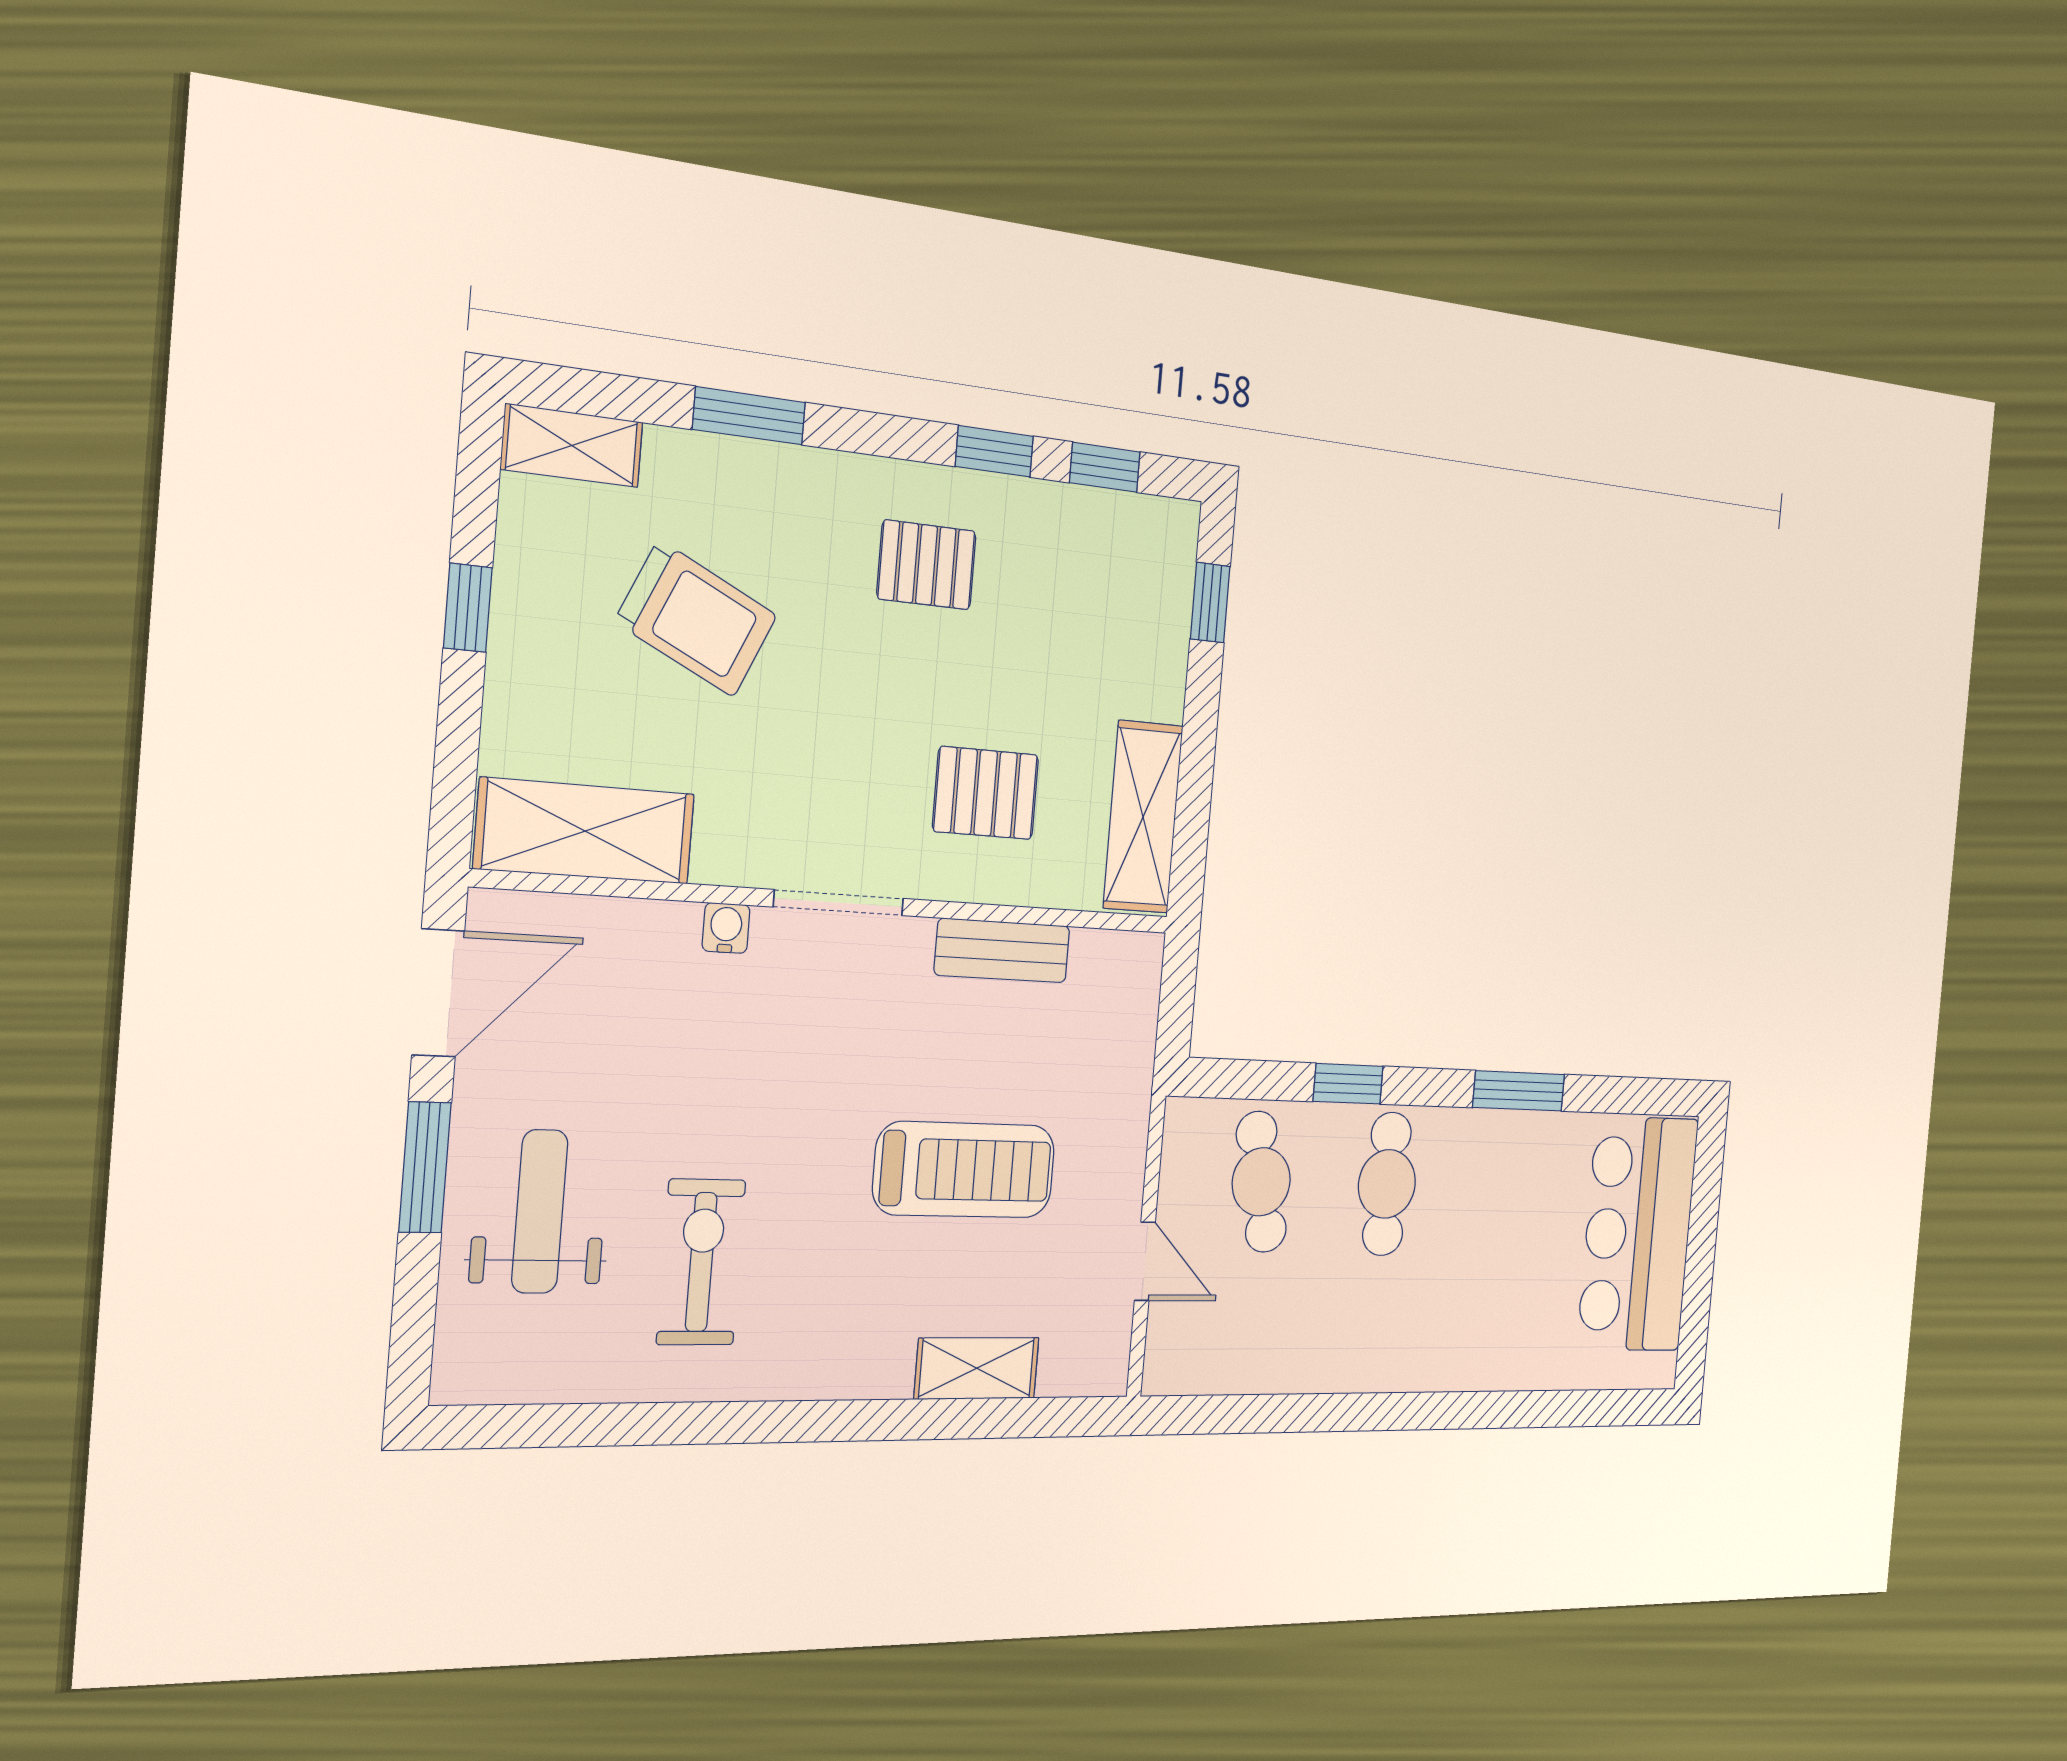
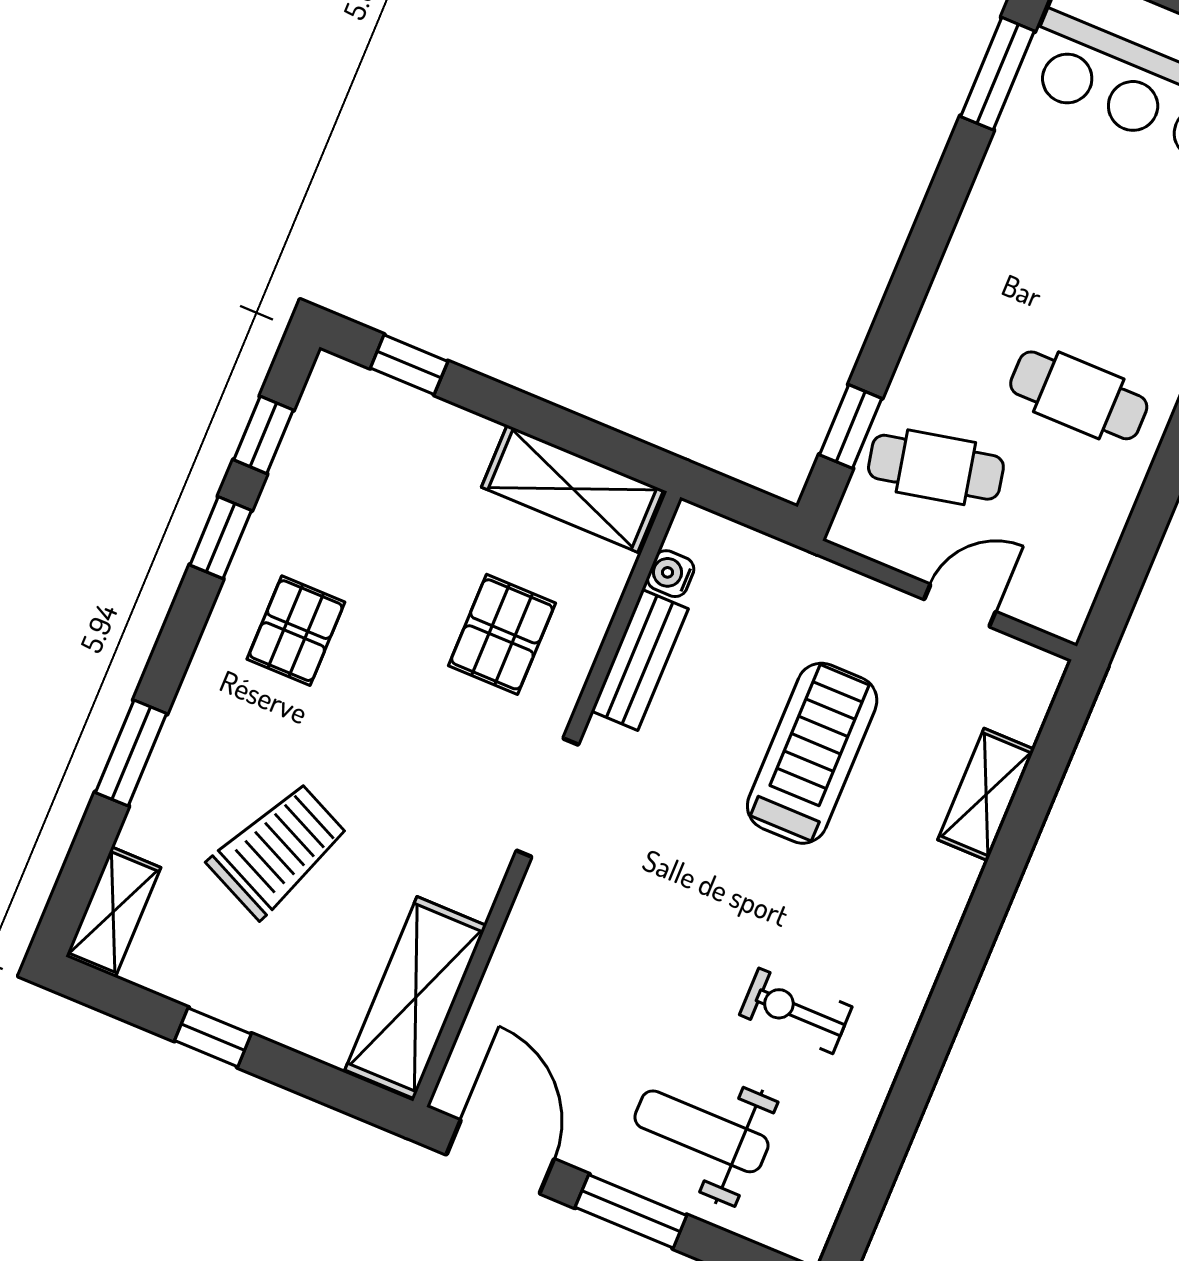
water cooler: (726, 928) -> (671, 574), moved
window: (1348, 1084) -> (851, 427), moved
window: (1519, 1091) -> (997, 74), moved
cafe table: (1387, 1184) -> (1079, 395), moved
exercise bike: (701, 1262) -> (796, 1011), width x0.73, depth x0.72

